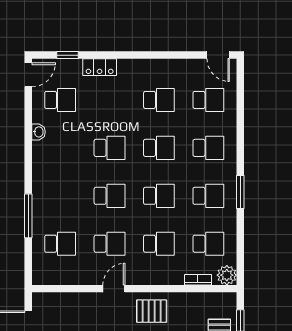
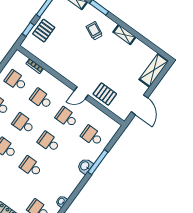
washbasin: (41, 199) -> (85, 166), added
plant: (227, 275) -> (18, 58), removed
pallet: (152, 311) -> (105, 94), moved

